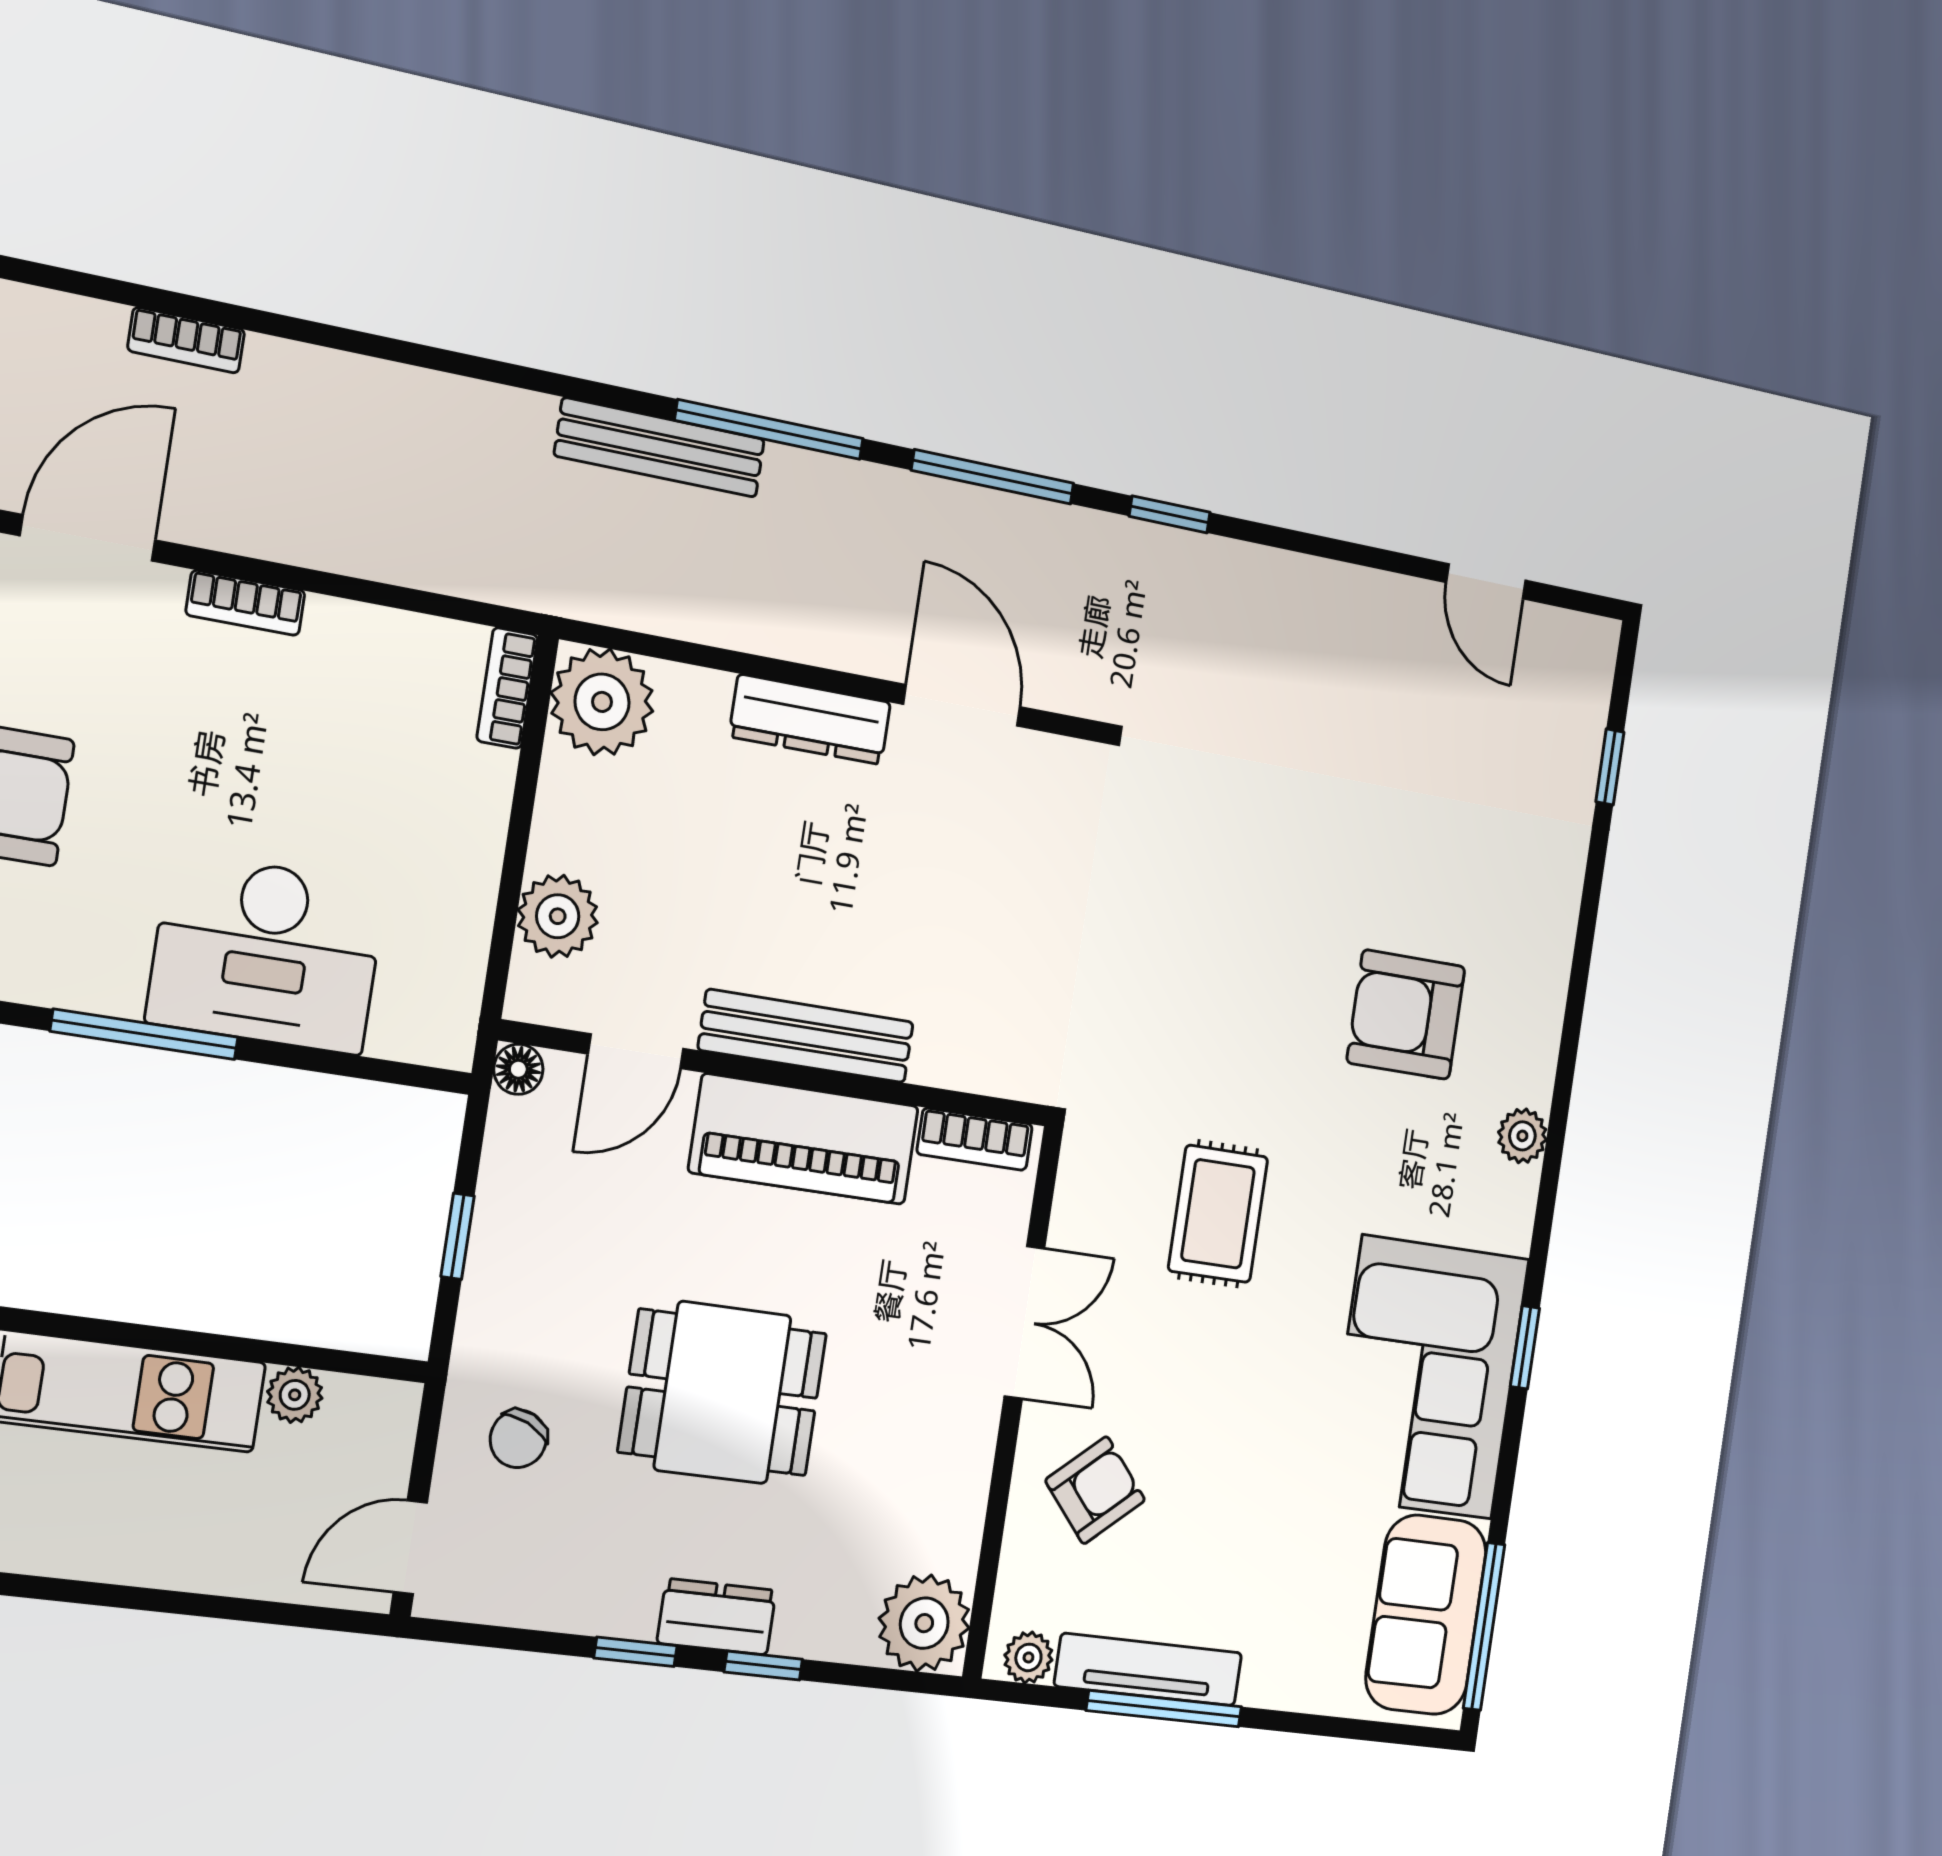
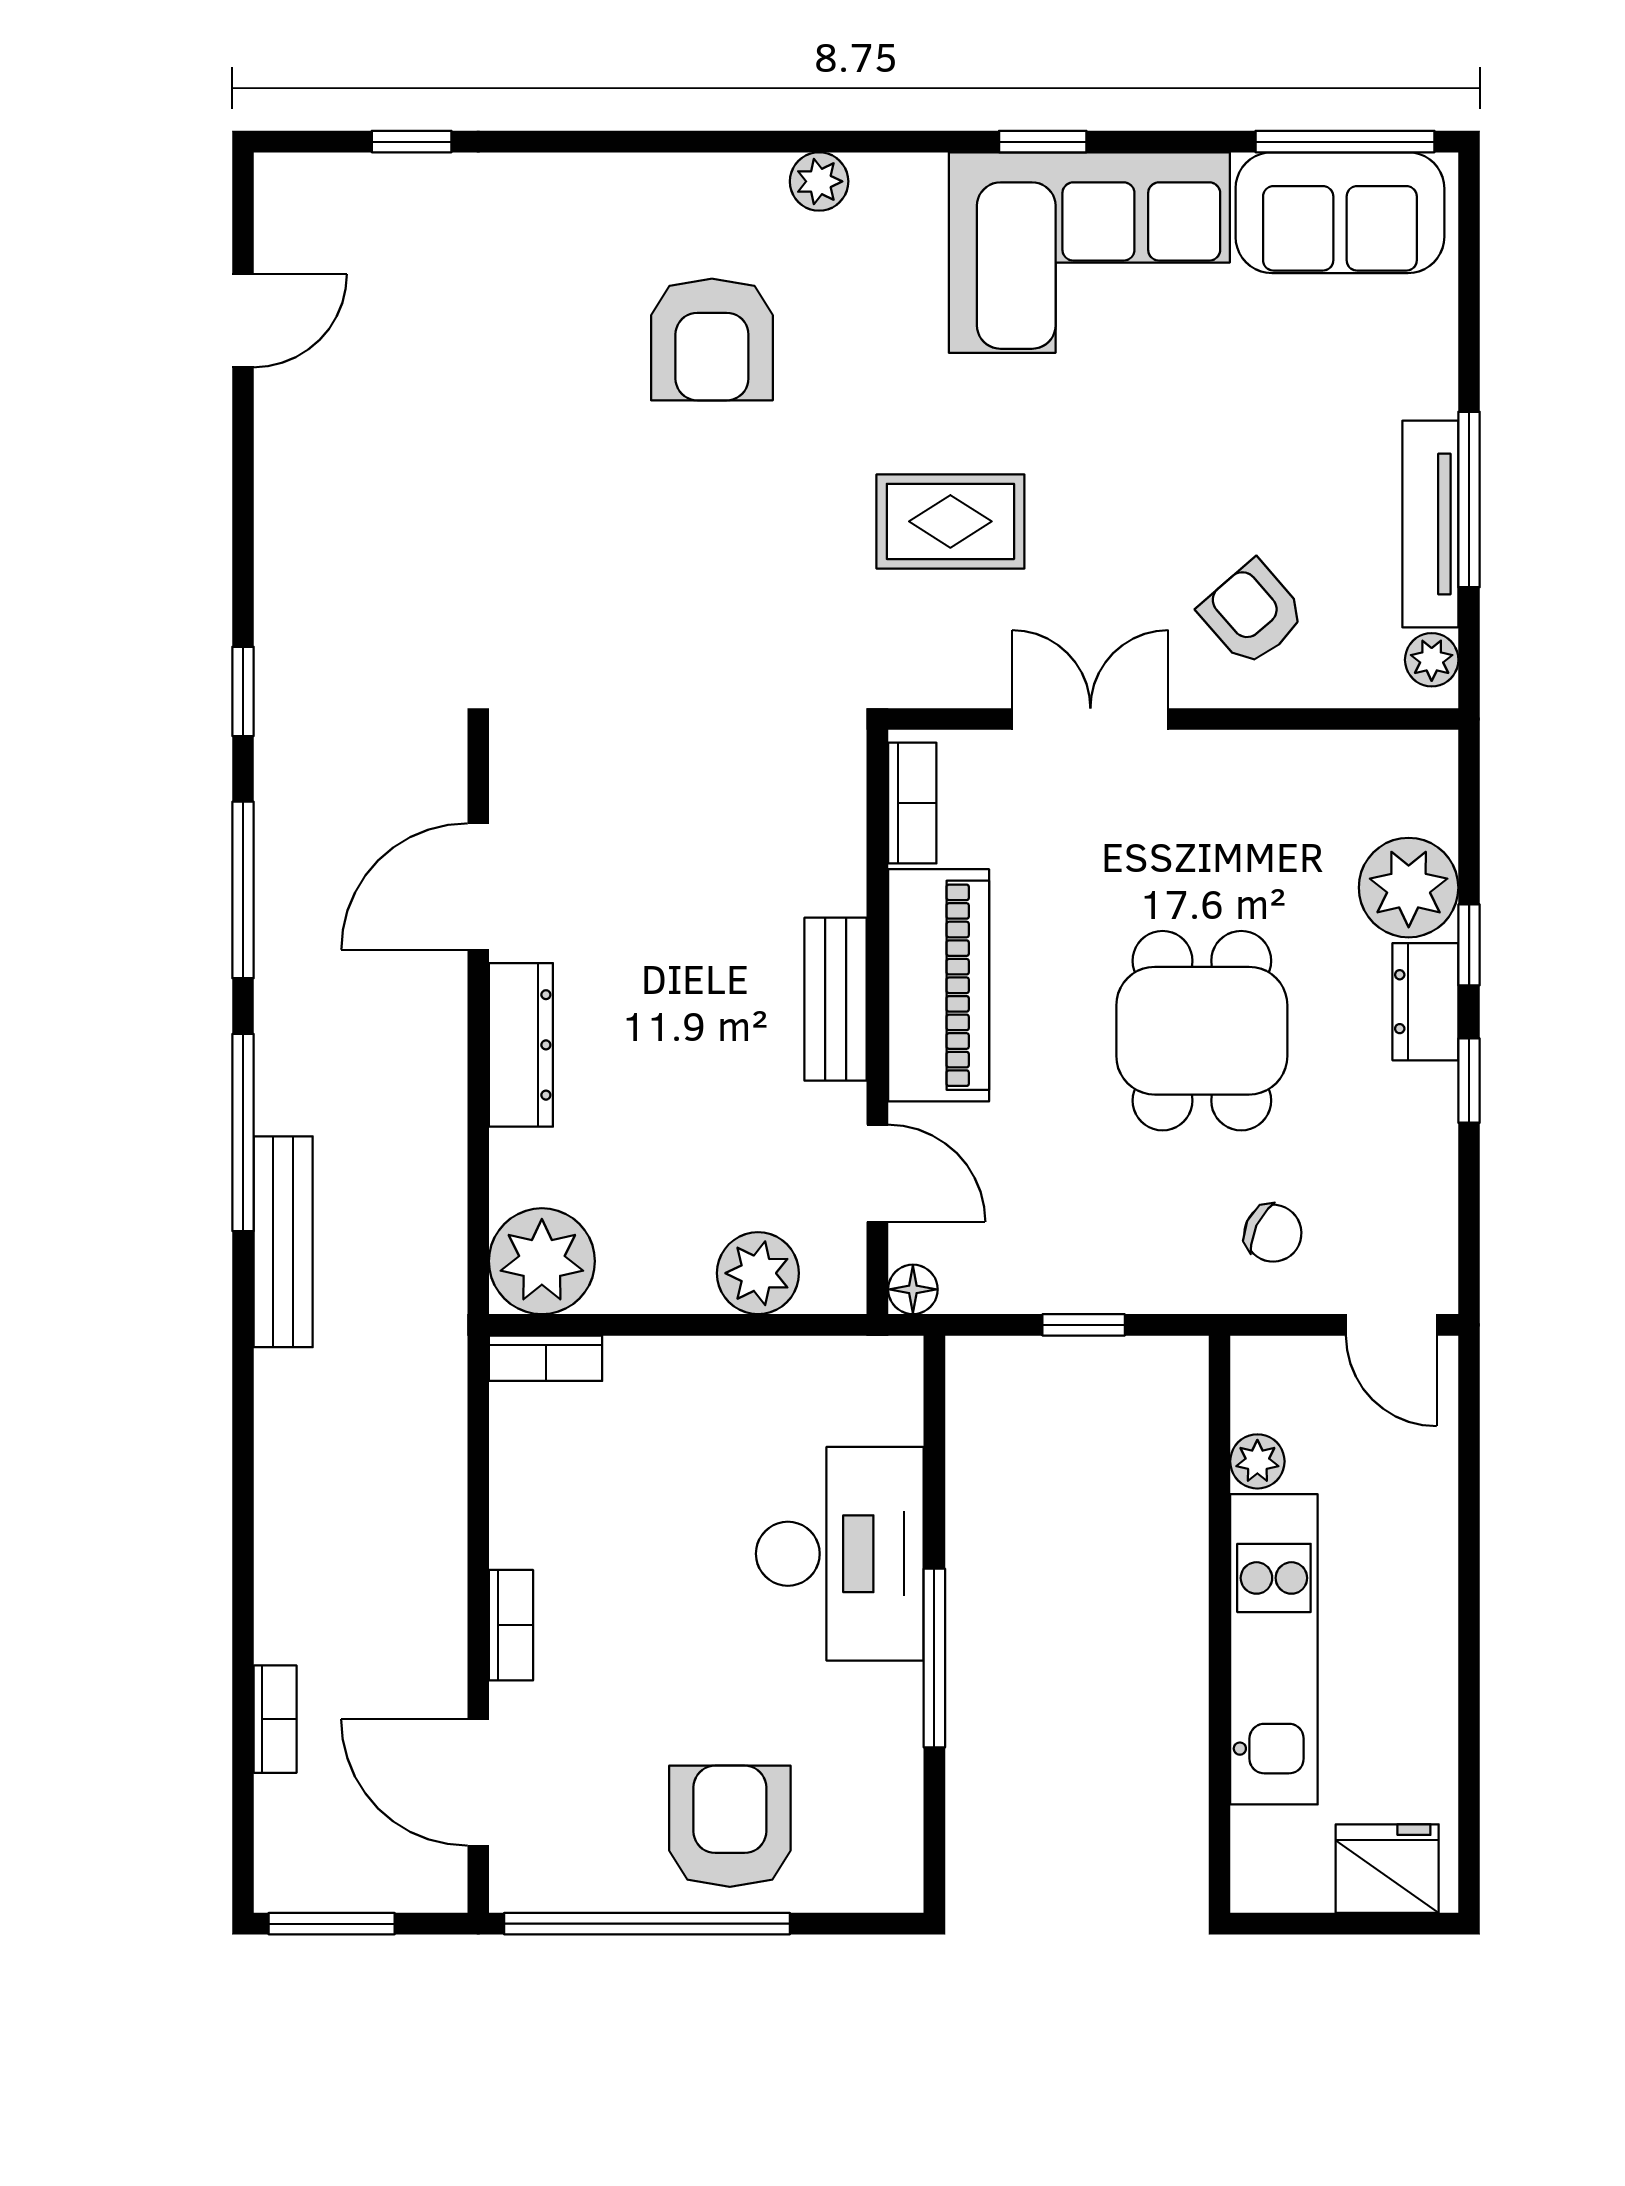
bench: (806, 1036) -> (836, 999), width x0.73
plant: (924, 1623) -> (1409, 888), moved

